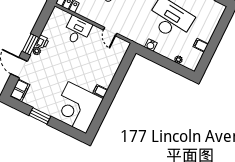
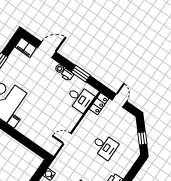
desk: (77, 31) -> (80, 98), moved
window: (31, 44) -> (81, 74), moved

